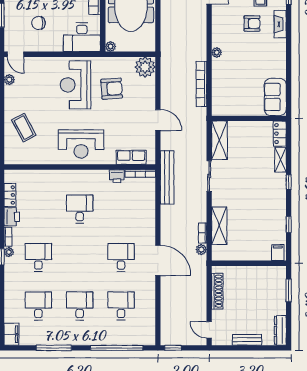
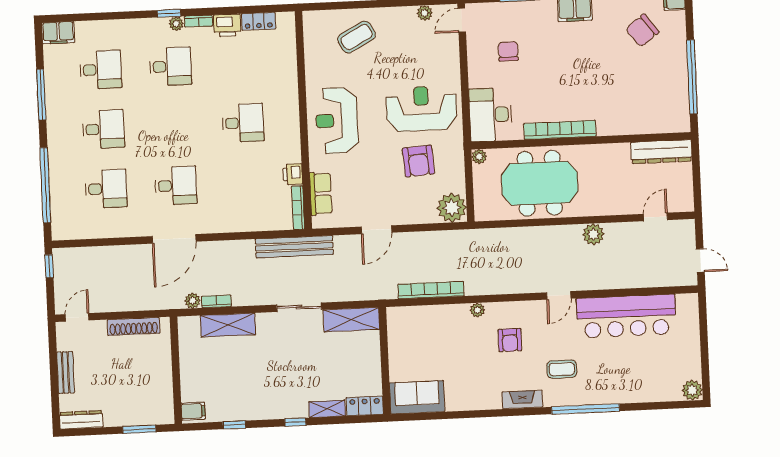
armchair: (252, 24) -> (510, 340), moved

